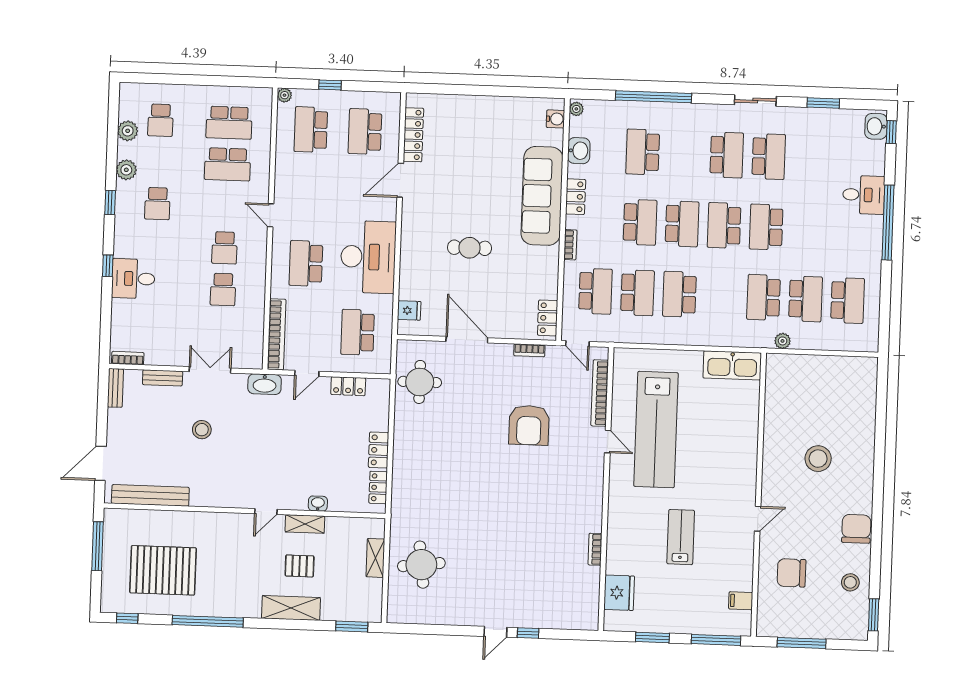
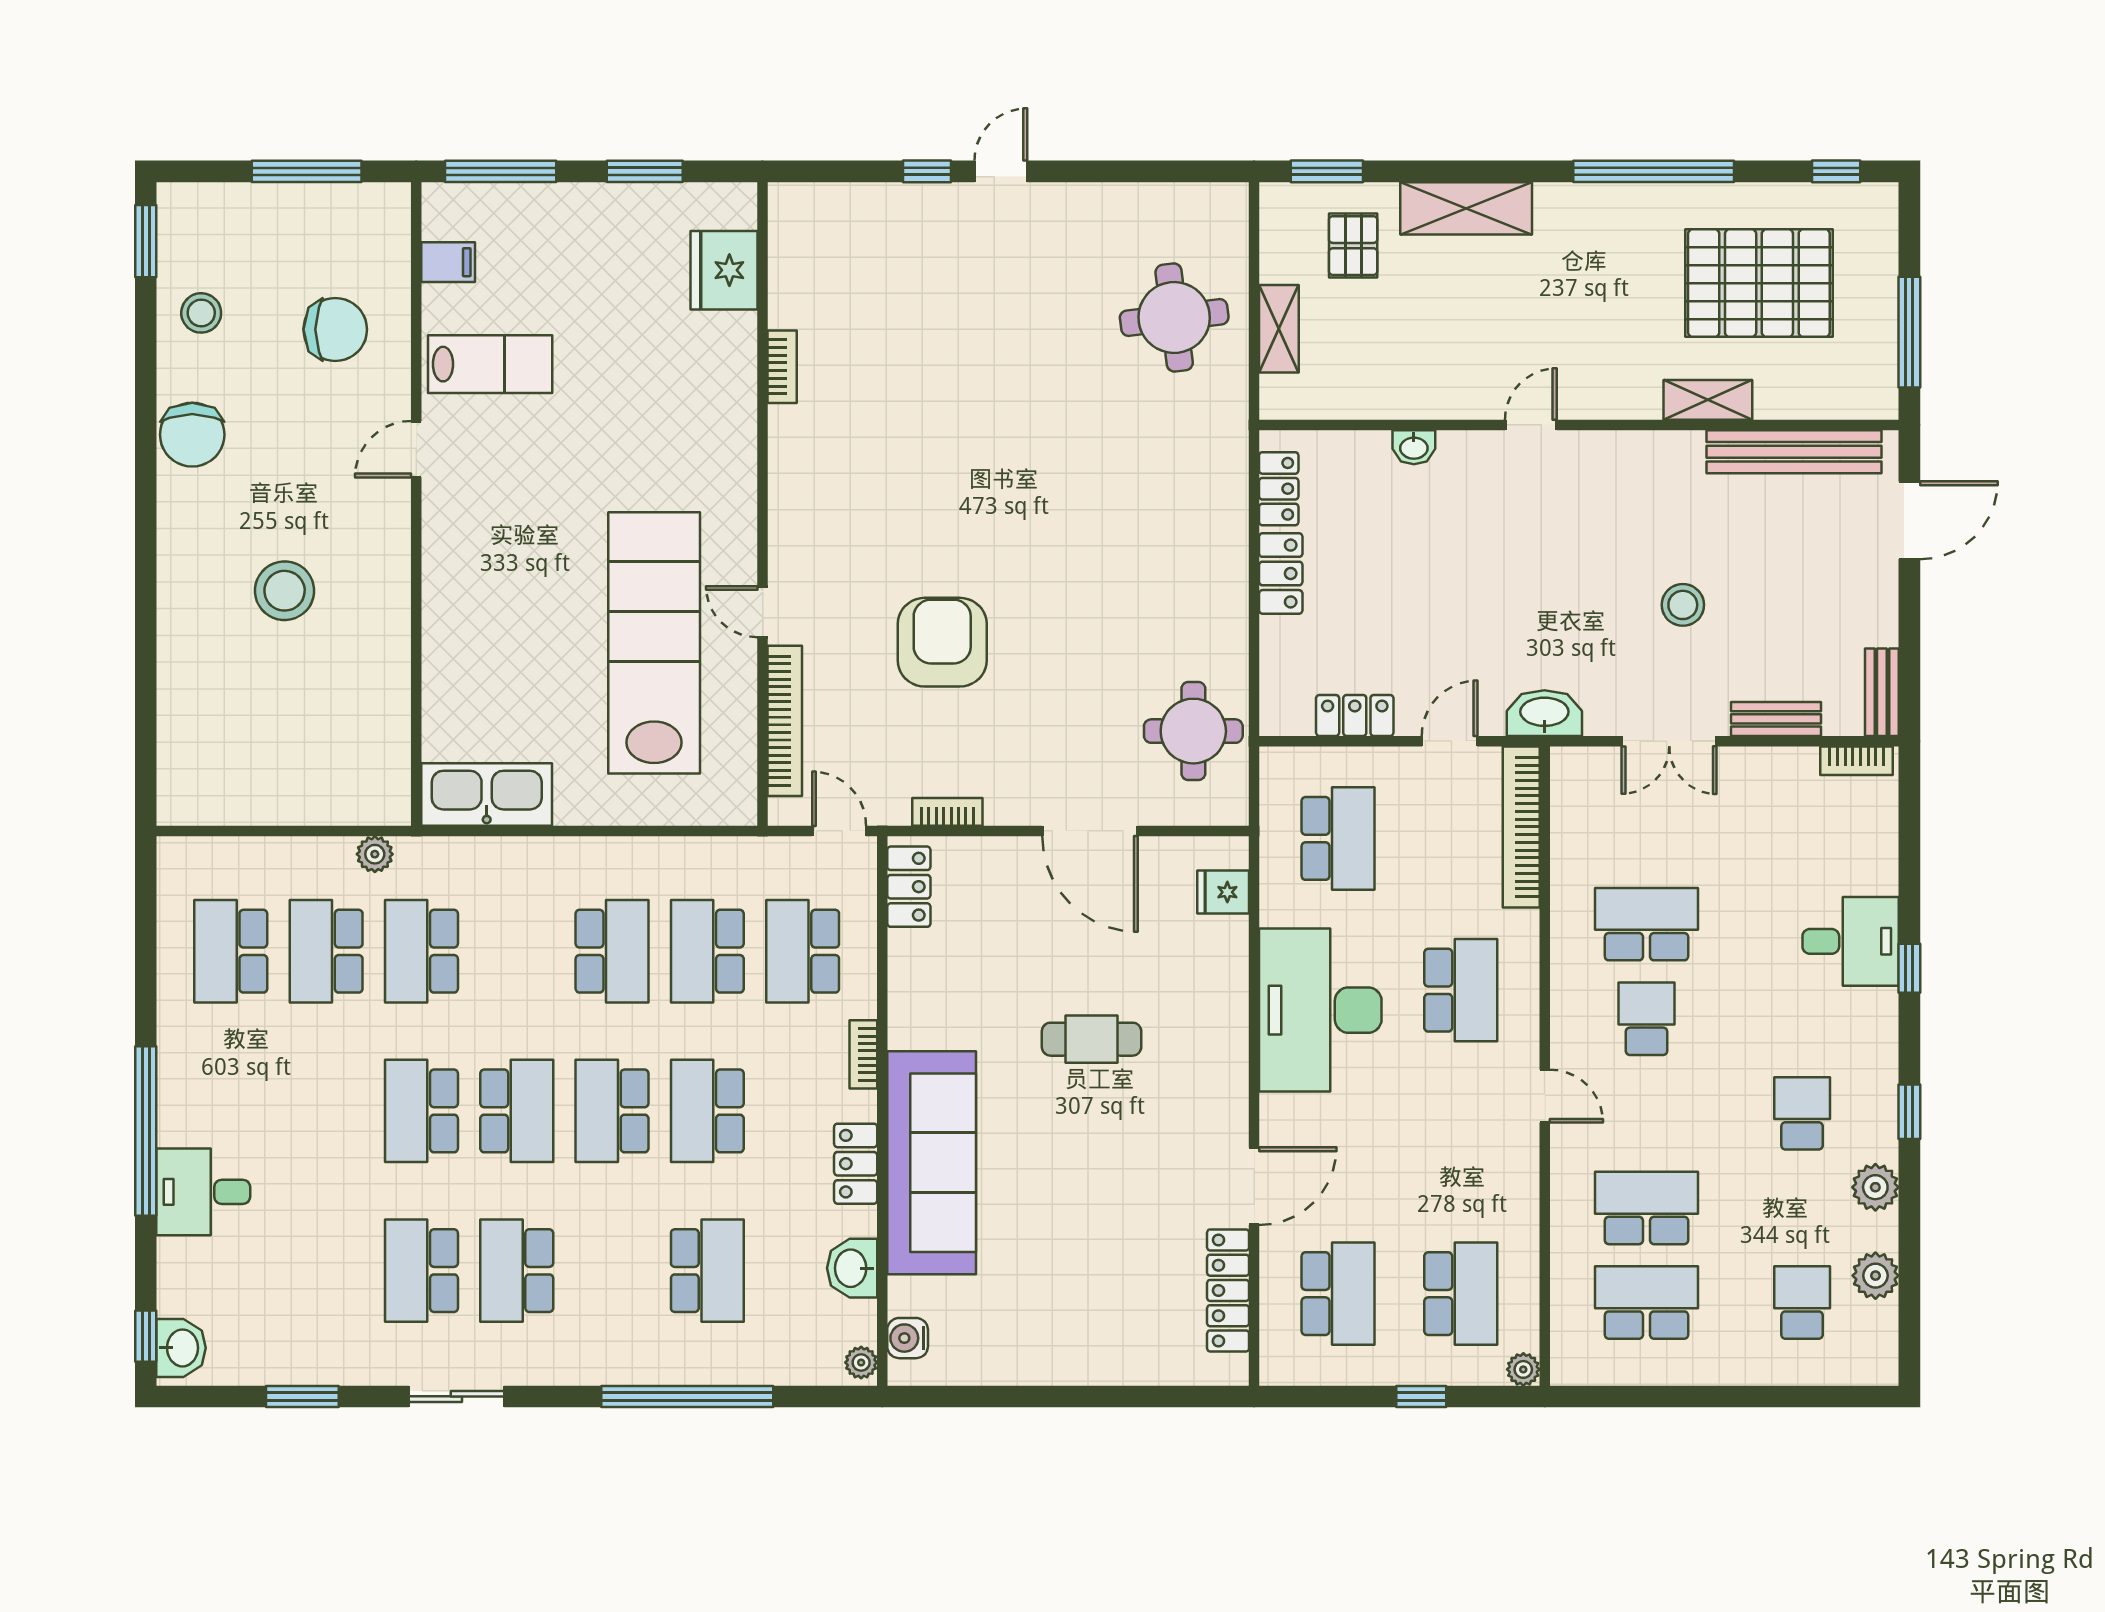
school desk: (766, 227) -> (421, 1111), turned 180
school desk: (223, 289) -> (1646, 924), width x1.85
school desk: (764, 297) -> (421, 951), turned 180
shelving: (305, 524) -> (1708, 400), moved
lab bench: (681, 537) -> (490, 364), moved, turned -90
pallet: (300, 566) -> (1353, 246), moved, turned 90

